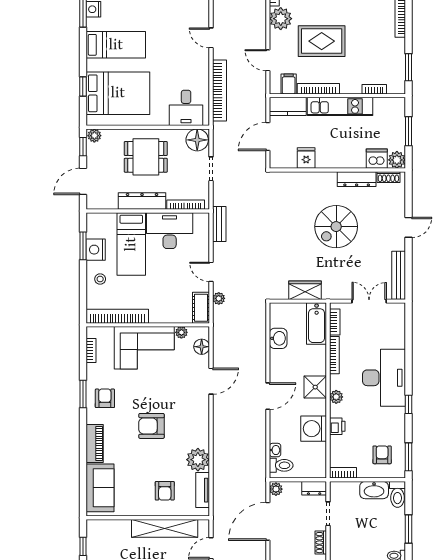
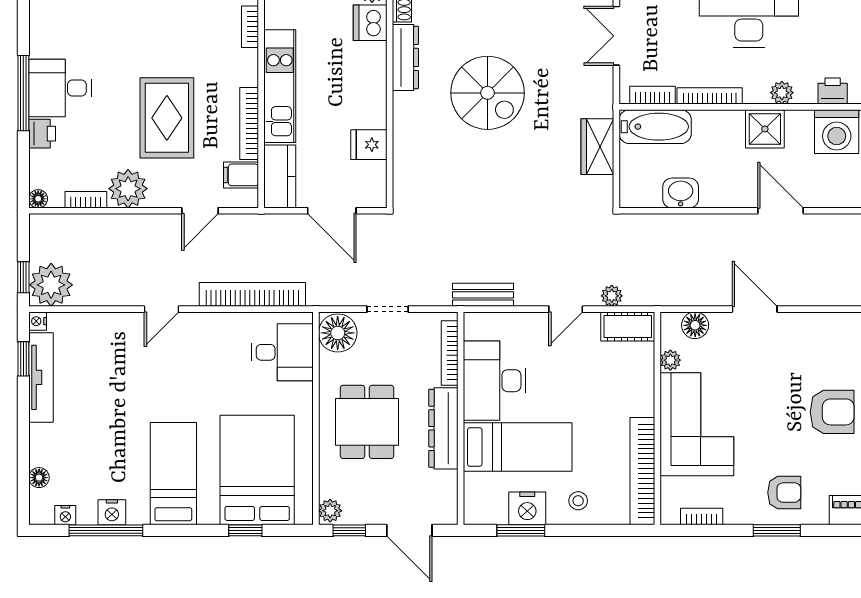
armchair: (105, 398) -> (784, 493), turned 180
armchair: (152, 426) -> (832, 412), turned -90

